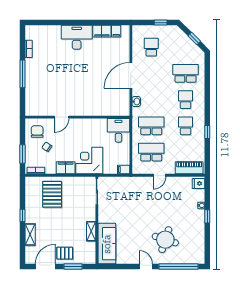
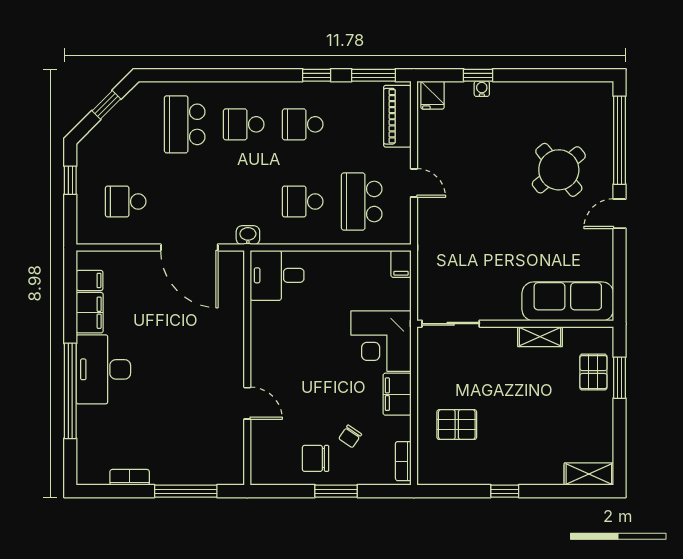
window: (67, 23) -> (70, 391), added
door: (62, 117) -> (247, 403), moved
wall: (77, 117) -> (247, 368), moved
school desk: (151, 126) -> (303, 201), width x0.54
desk: (118, 130) -> (277, 275), moved
window: (23, 154) -> (336, 491), moved
window: (207, 157) -> (374, 75), added
pallet: (52, 194) -> (457, 425), width x0.67, depth x0.71
window: (207, 216) -> (478, 75), moved
shelving: (30, 235) -> (589, 474), moved
round table: (165, 240) -> (559, 170), turned 33
pallet: (65, 253) -> (593, 372), moved
door: (45, 267) -> (620, 440), removed

